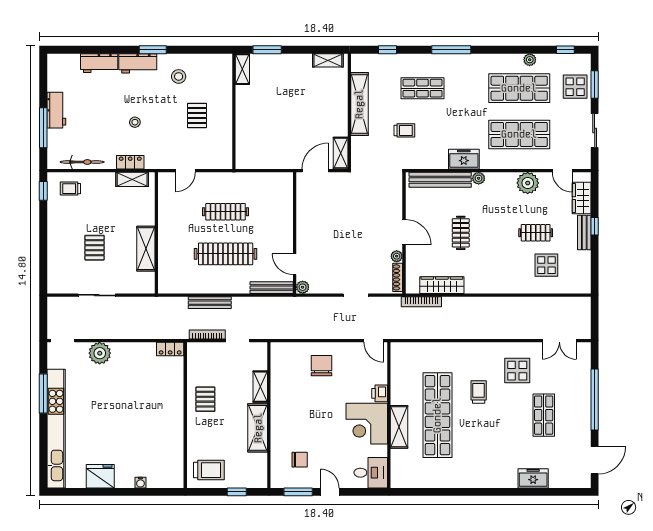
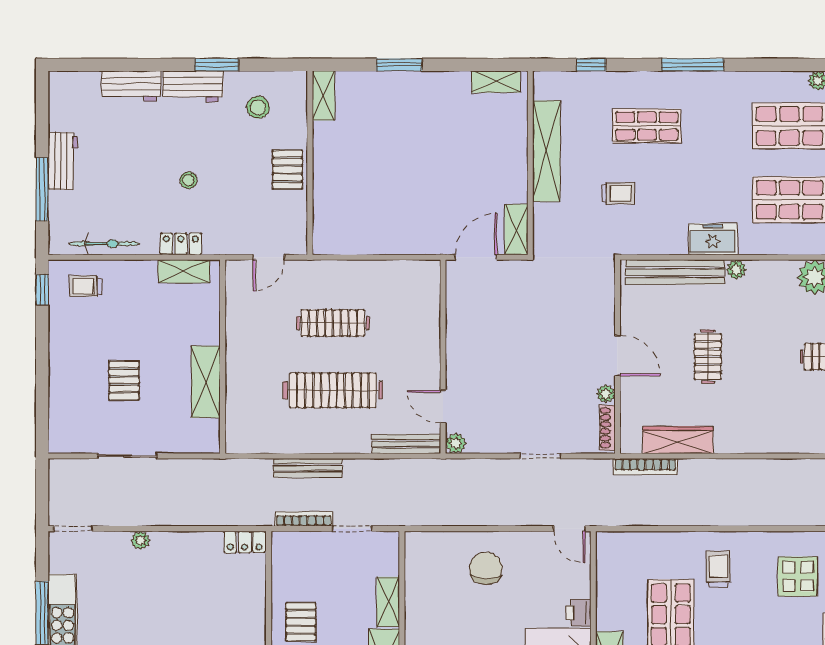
shelving: (242, 69) -> (323, 96), moved
wall: (234, 111) -> (310, 163), moved
plant: (100, 353) -> (140, 540), width x0.53, depth x0.53
trolley: (479, 392) -> (718, 569), moved

